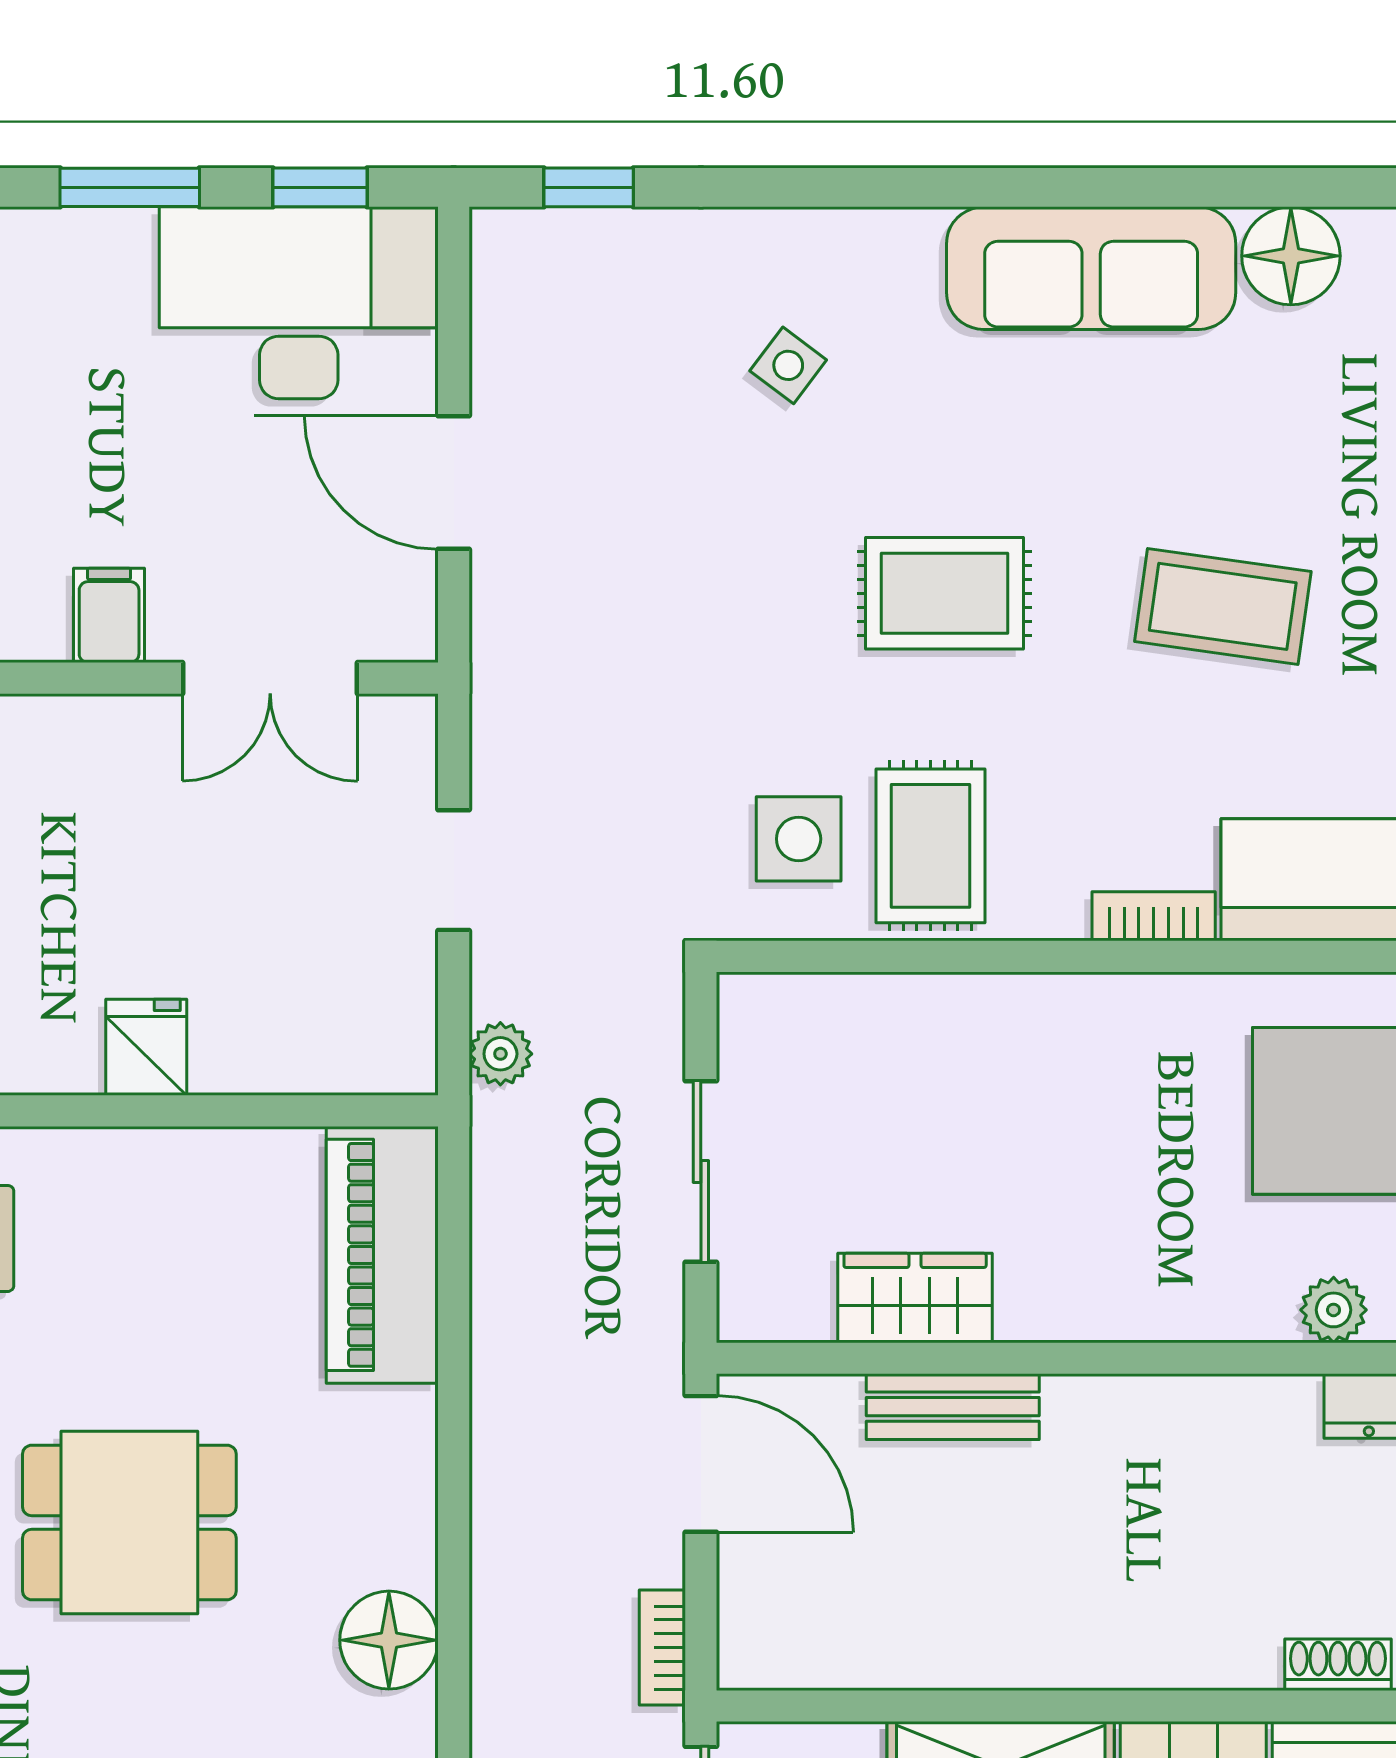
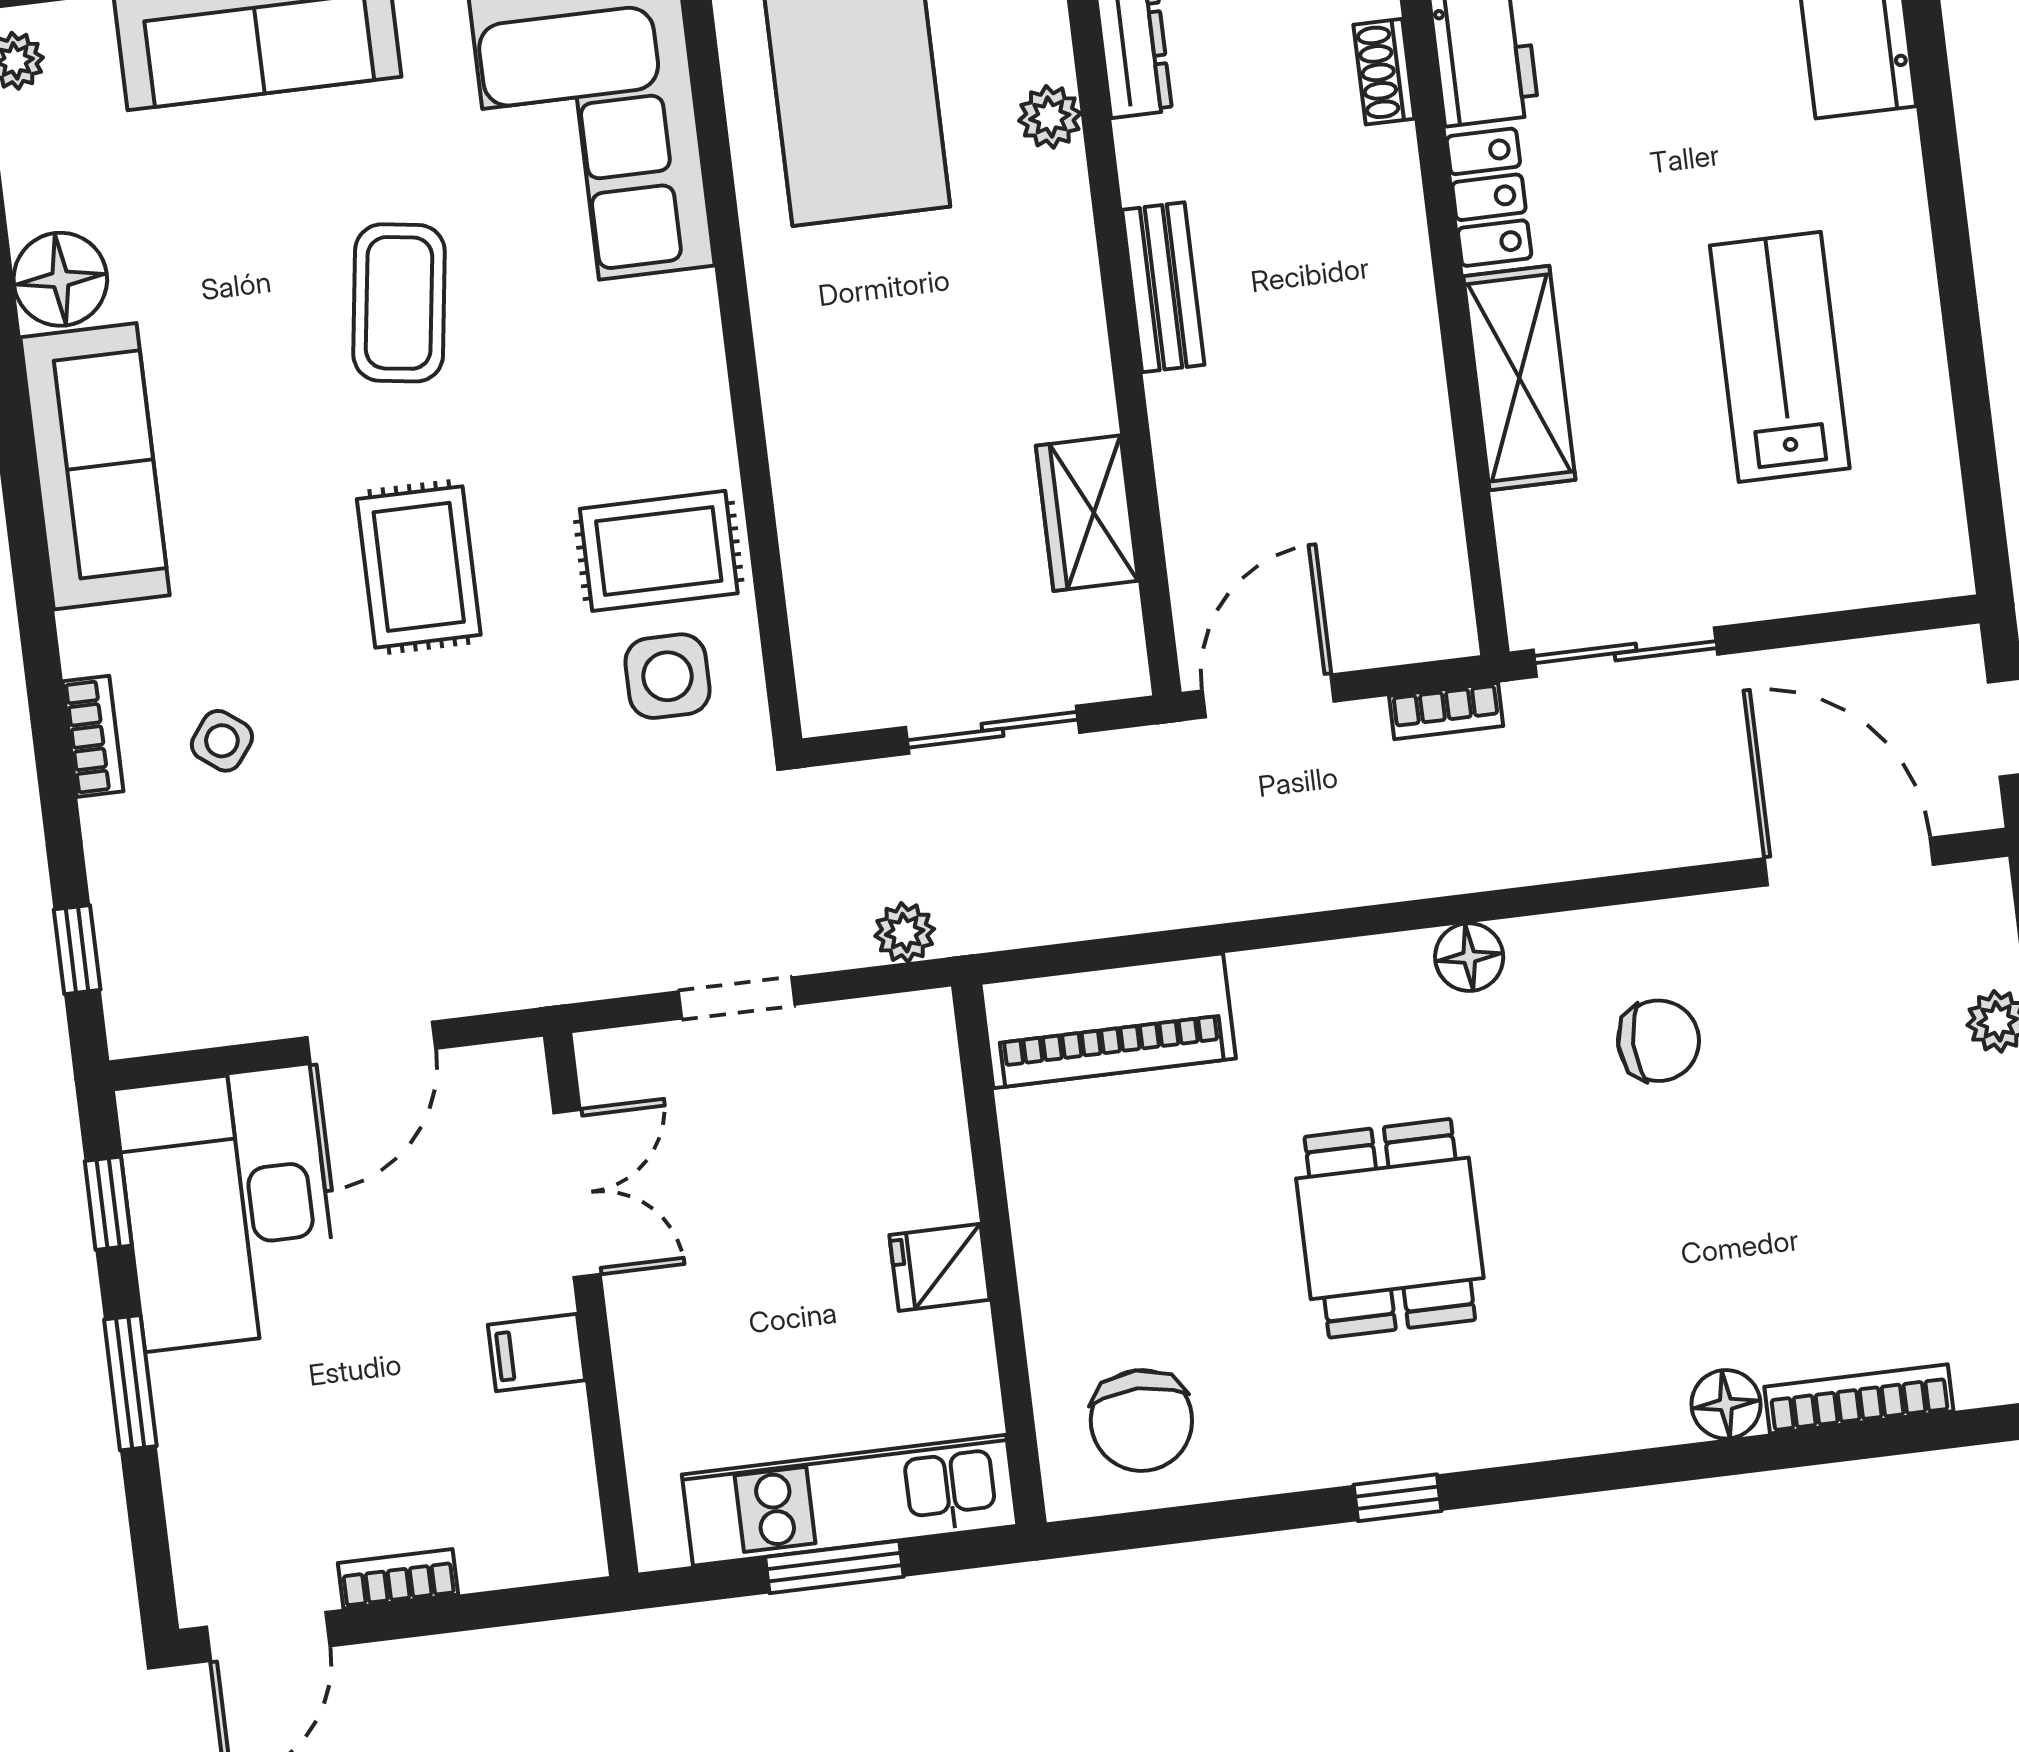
bookcase: (1154, 916) -> (93, 736), moved, turned 180
bench: (953, 1407) -> (1163, 287), moved
floor lamp: (389, 1640) -> (1469, 957), width x0.73, depth x0.73

